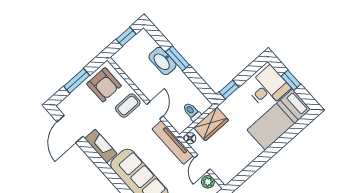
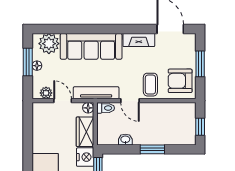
washbasin: (162, 61) -> (125, 140), moved, width x0.52, depth x0.69
nightstand: (231, 106) -> (85, 157), added
toilet: (192, 112) -> (106, 108), moved

